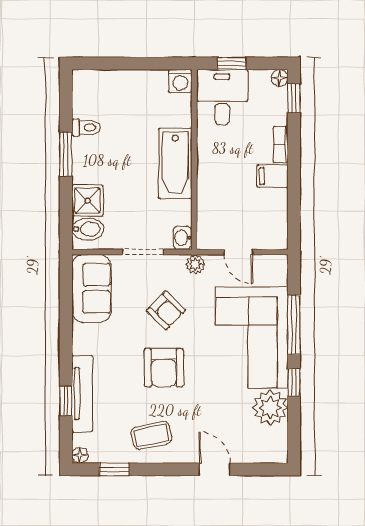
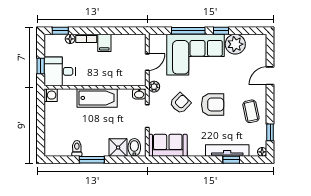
floor lamp: (280, 78) -> (70, 39), moved

